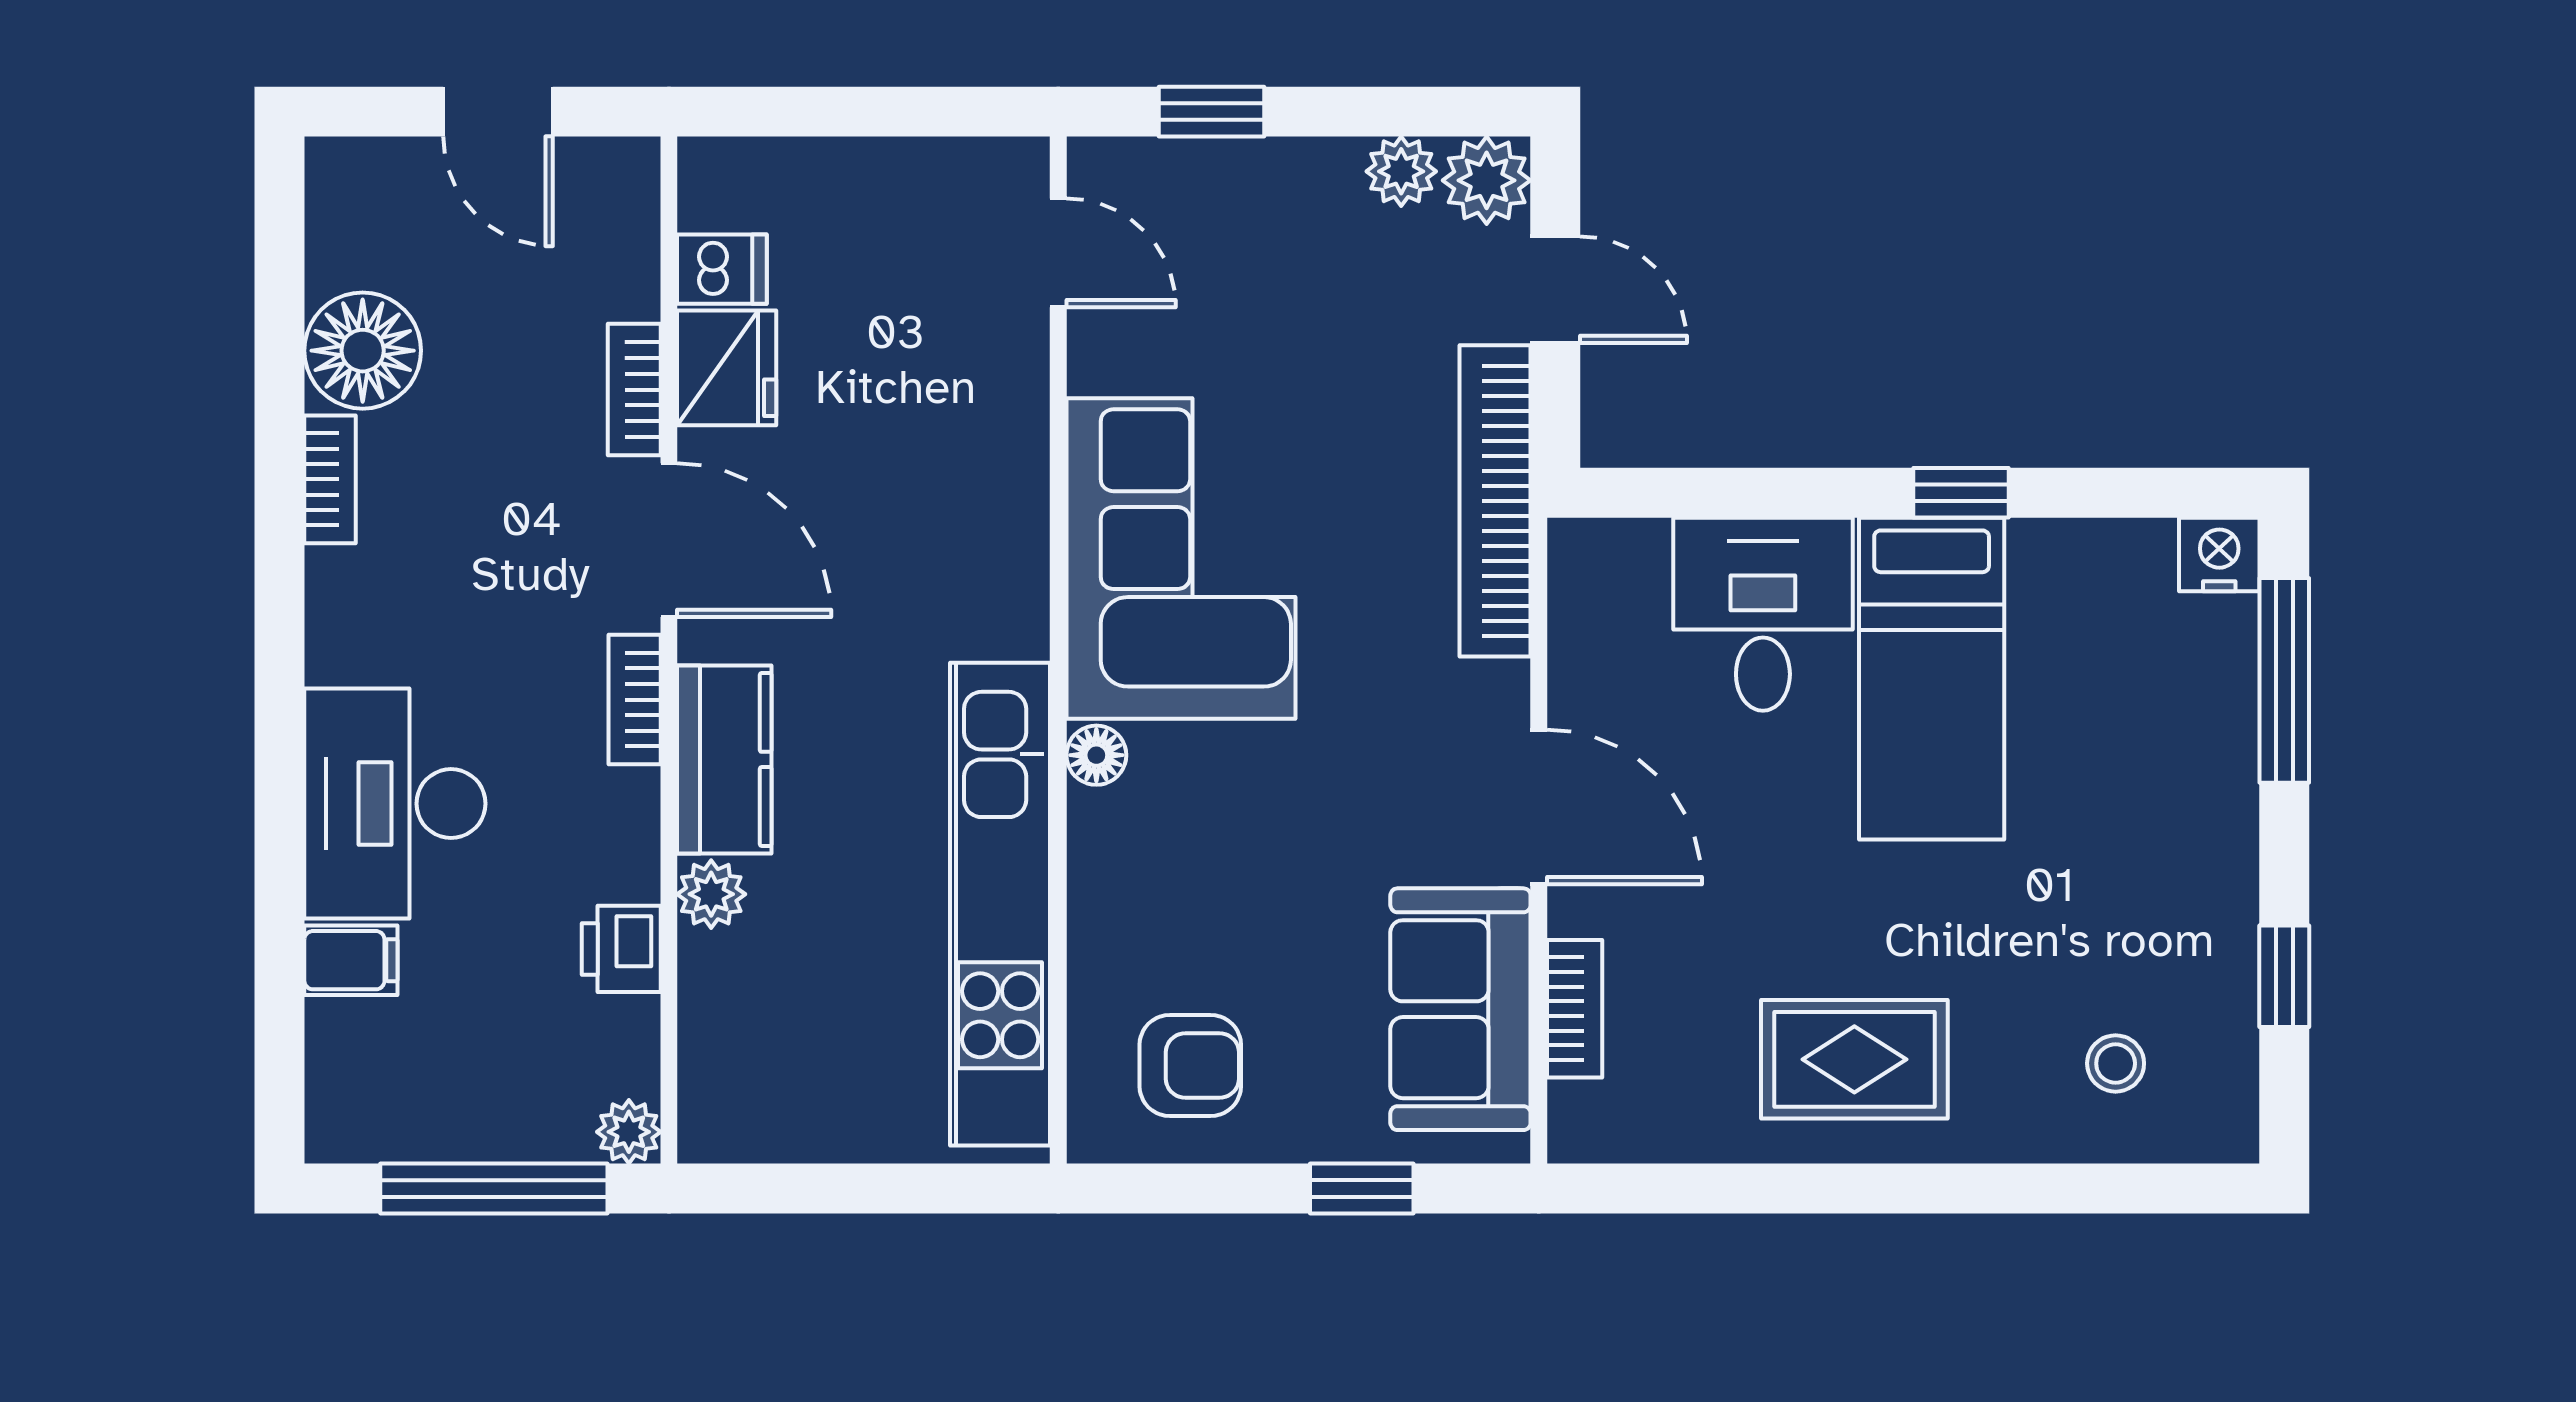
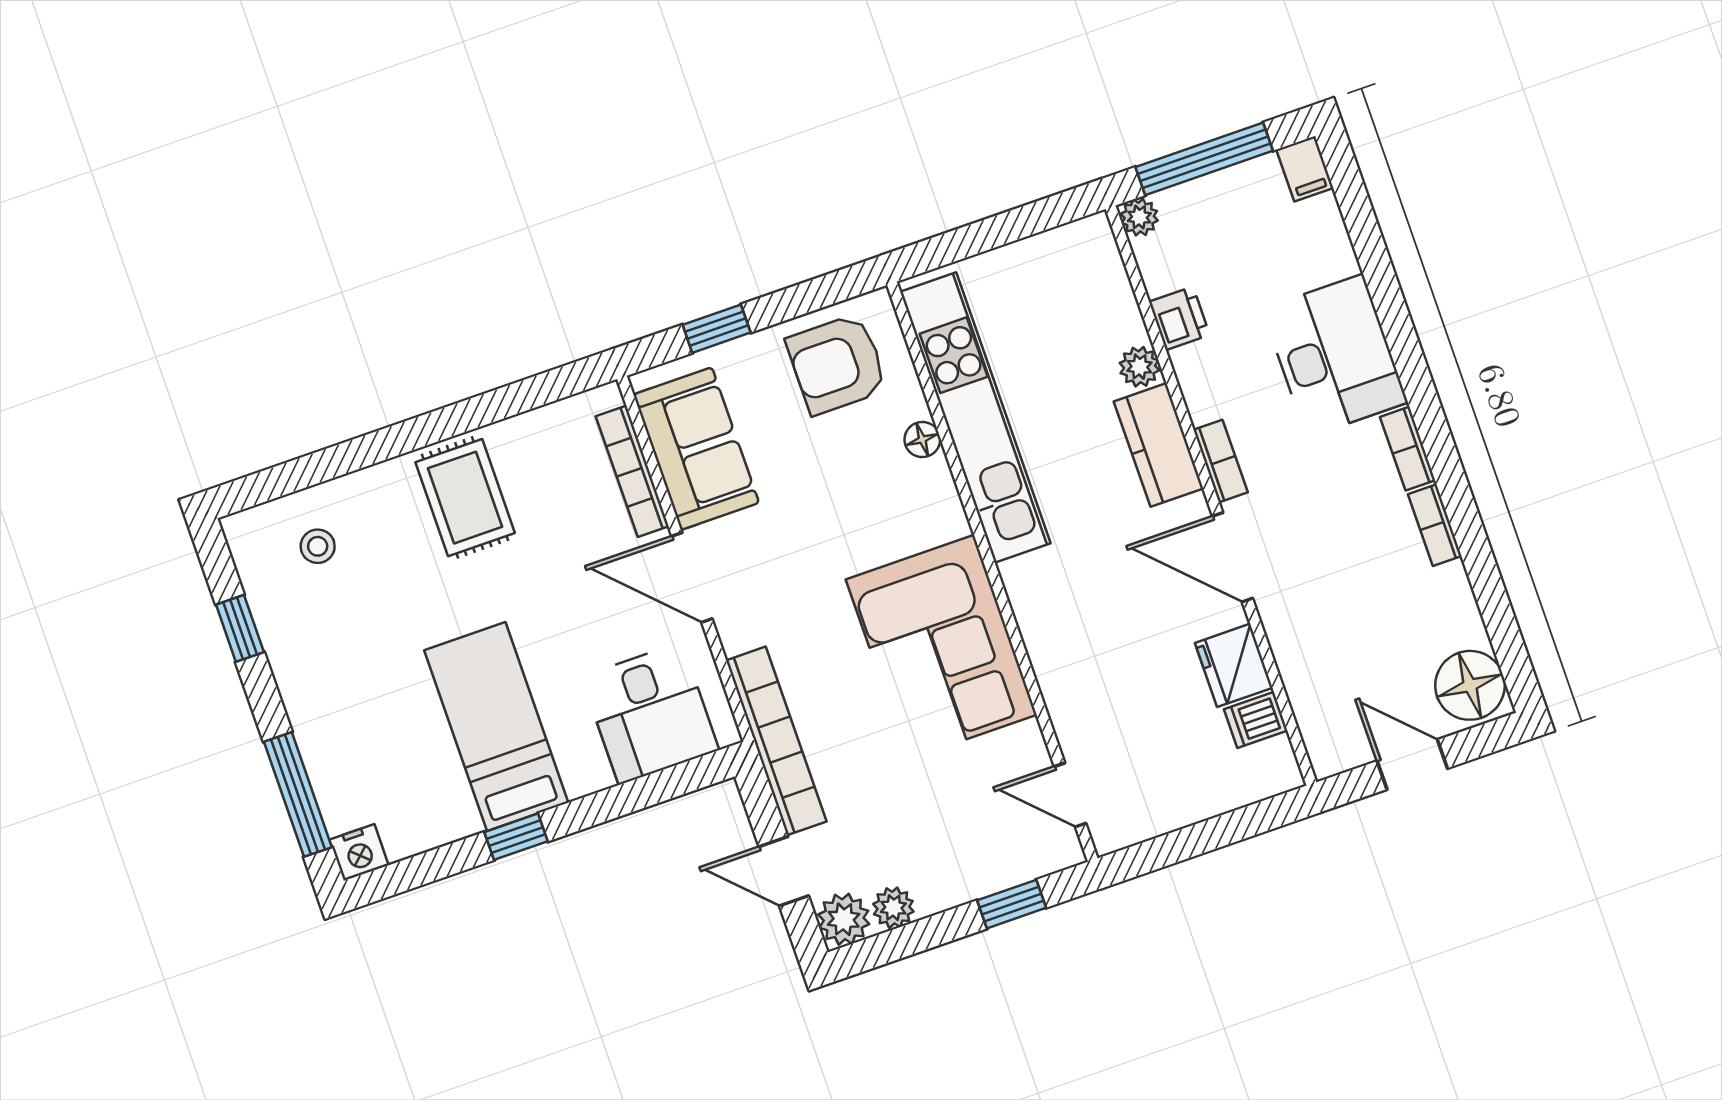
floor lamp: (363, 351) -> (1470, 685), moved
bookcase: (634, 390) -> (1408, 449), moved, turned 180
desk: (1763, 614) -> (650, 713), moved
floor lamp: (1096, 755) -> (922, 439), moved
filing cabinet: (351, 960) -> (1305, 169), moved, turned -90
bookcase: (1575, 1009) -> (632, 471), width x1.56
rug: (1854, 1059) -> (465, 498), turned 90
armchair: (1190, 1066) -> (837, 364), width x1.38, depth x1.38

